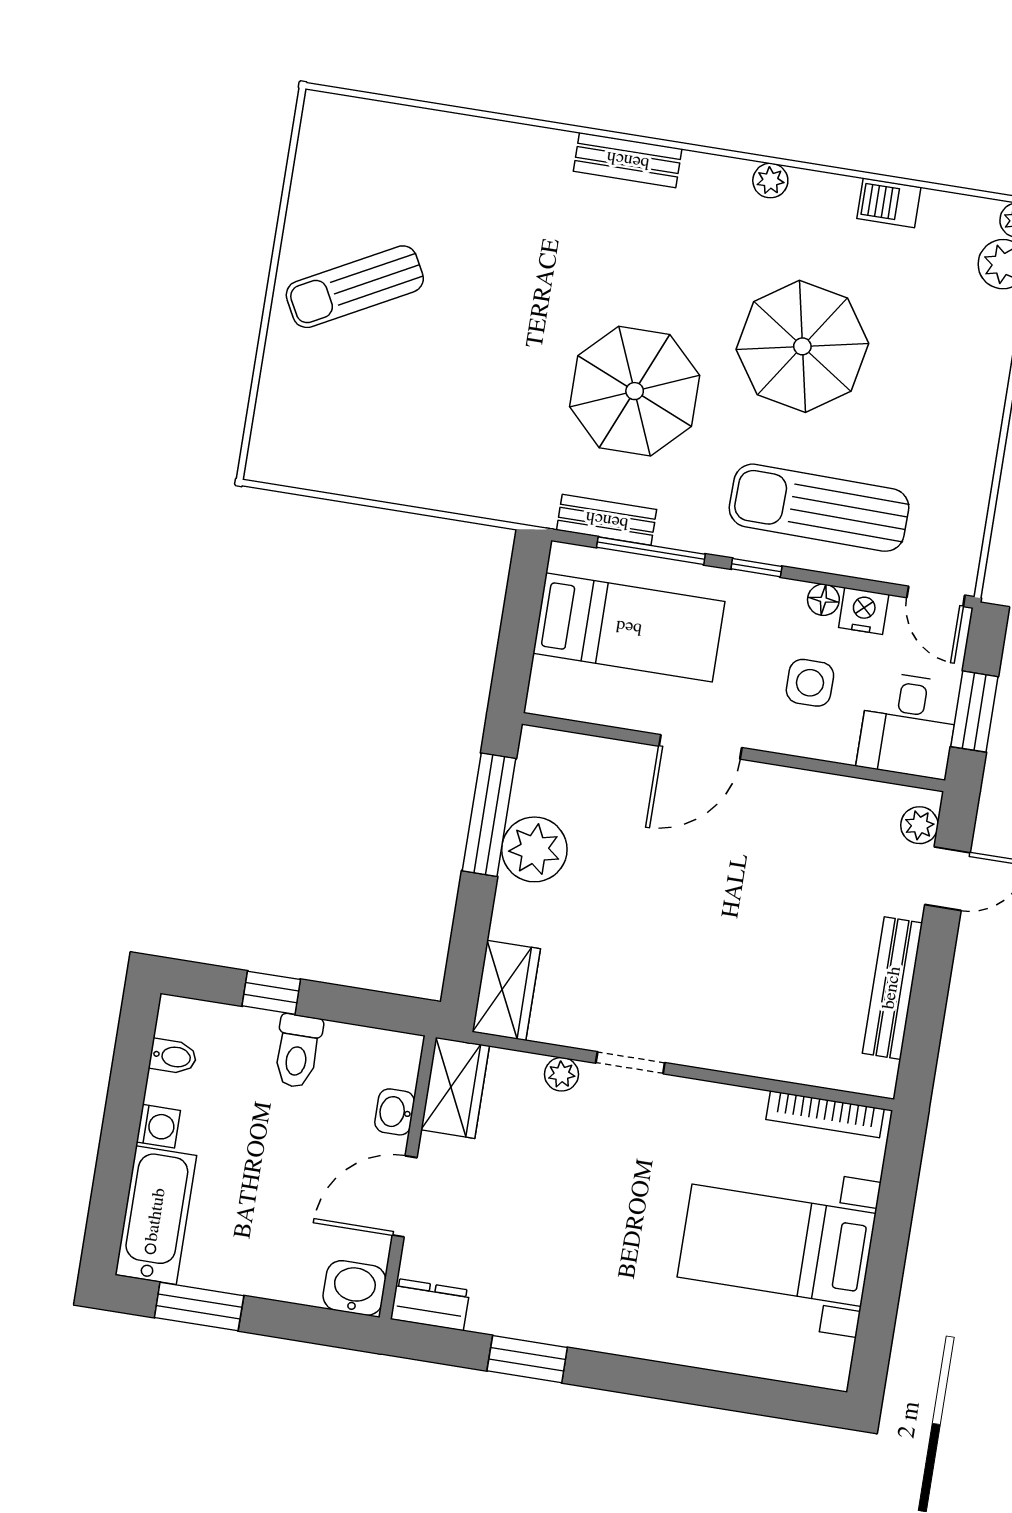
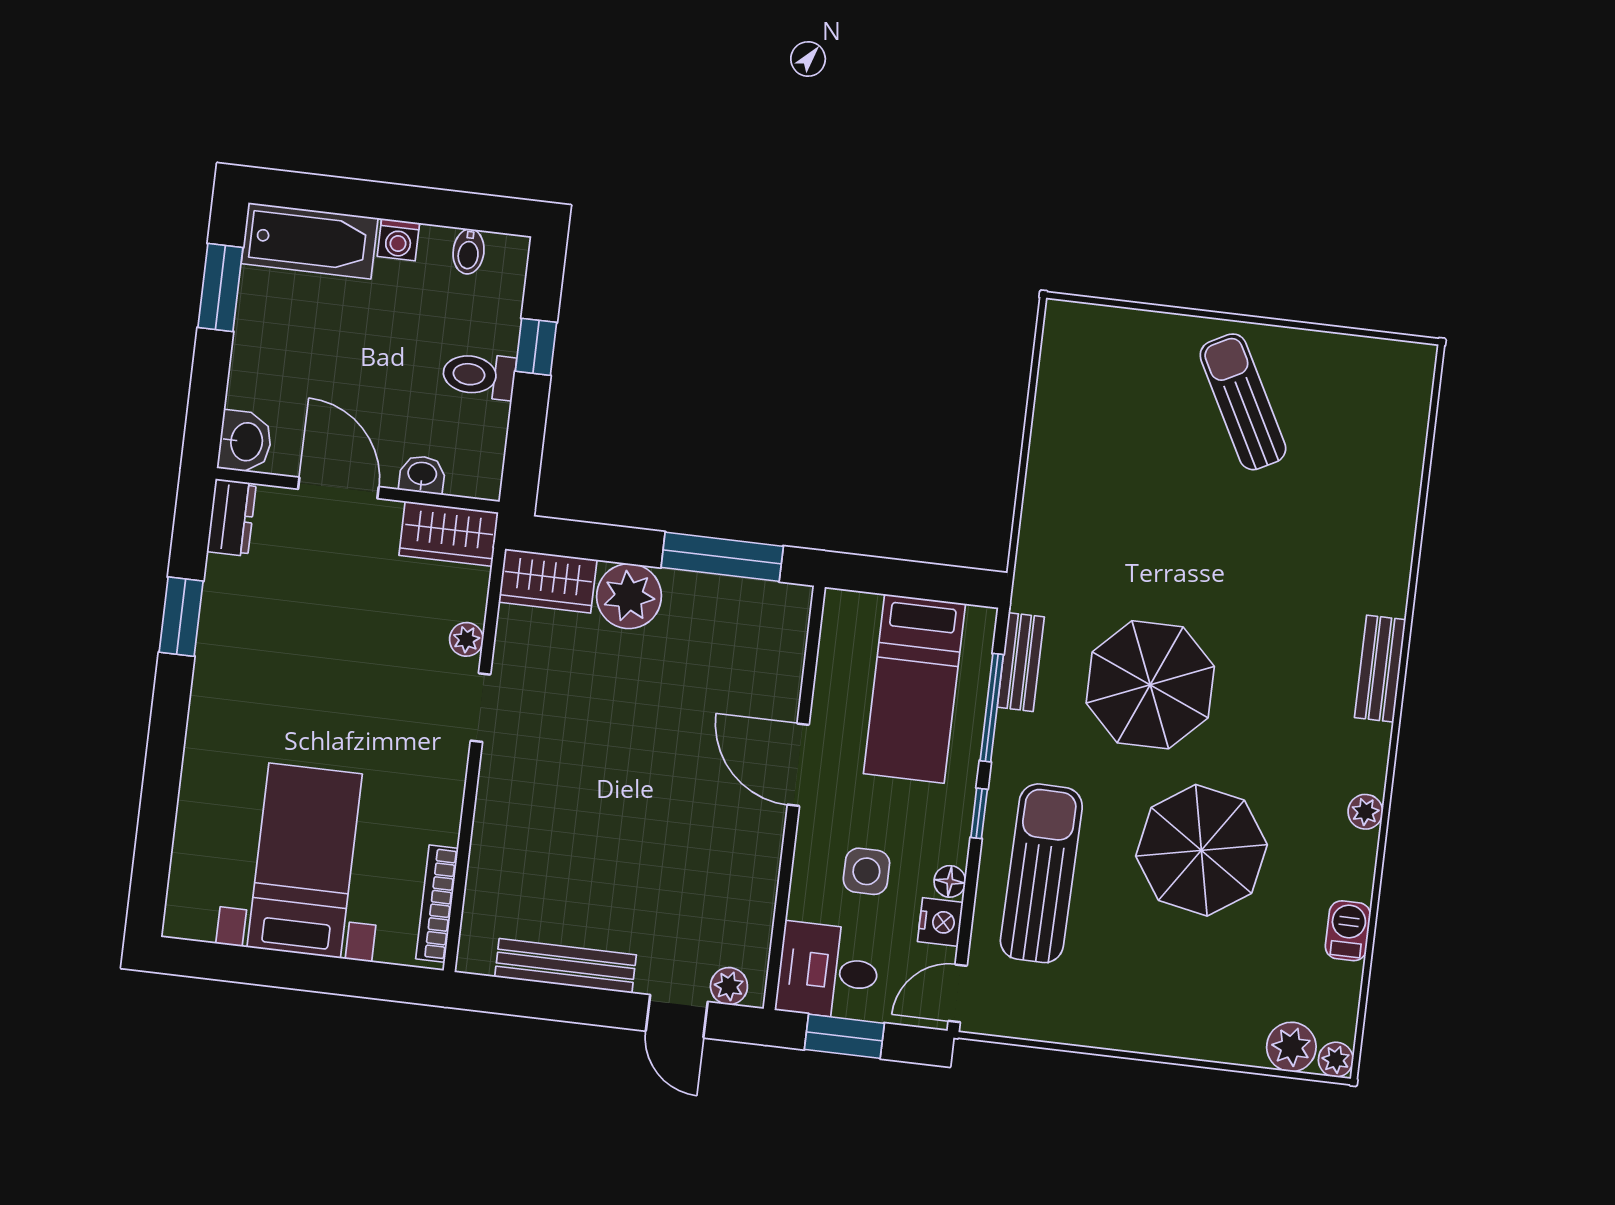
plant: (534, 849) -> (629, 596), moved

